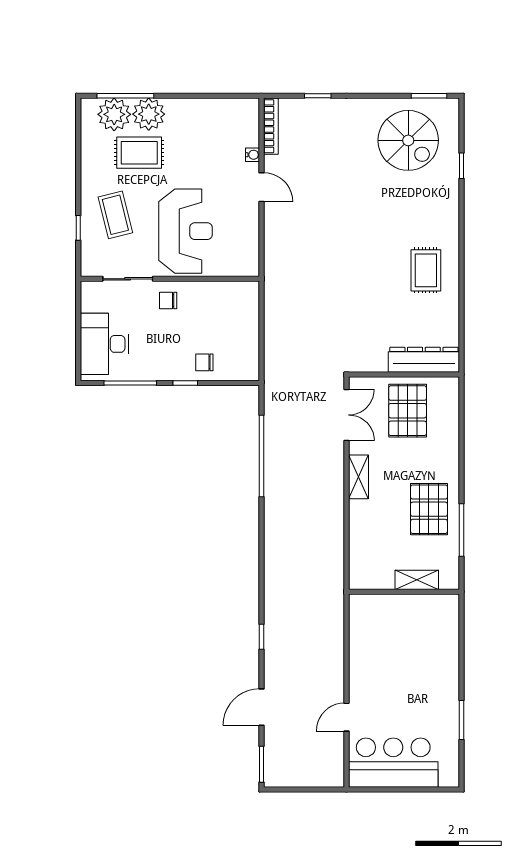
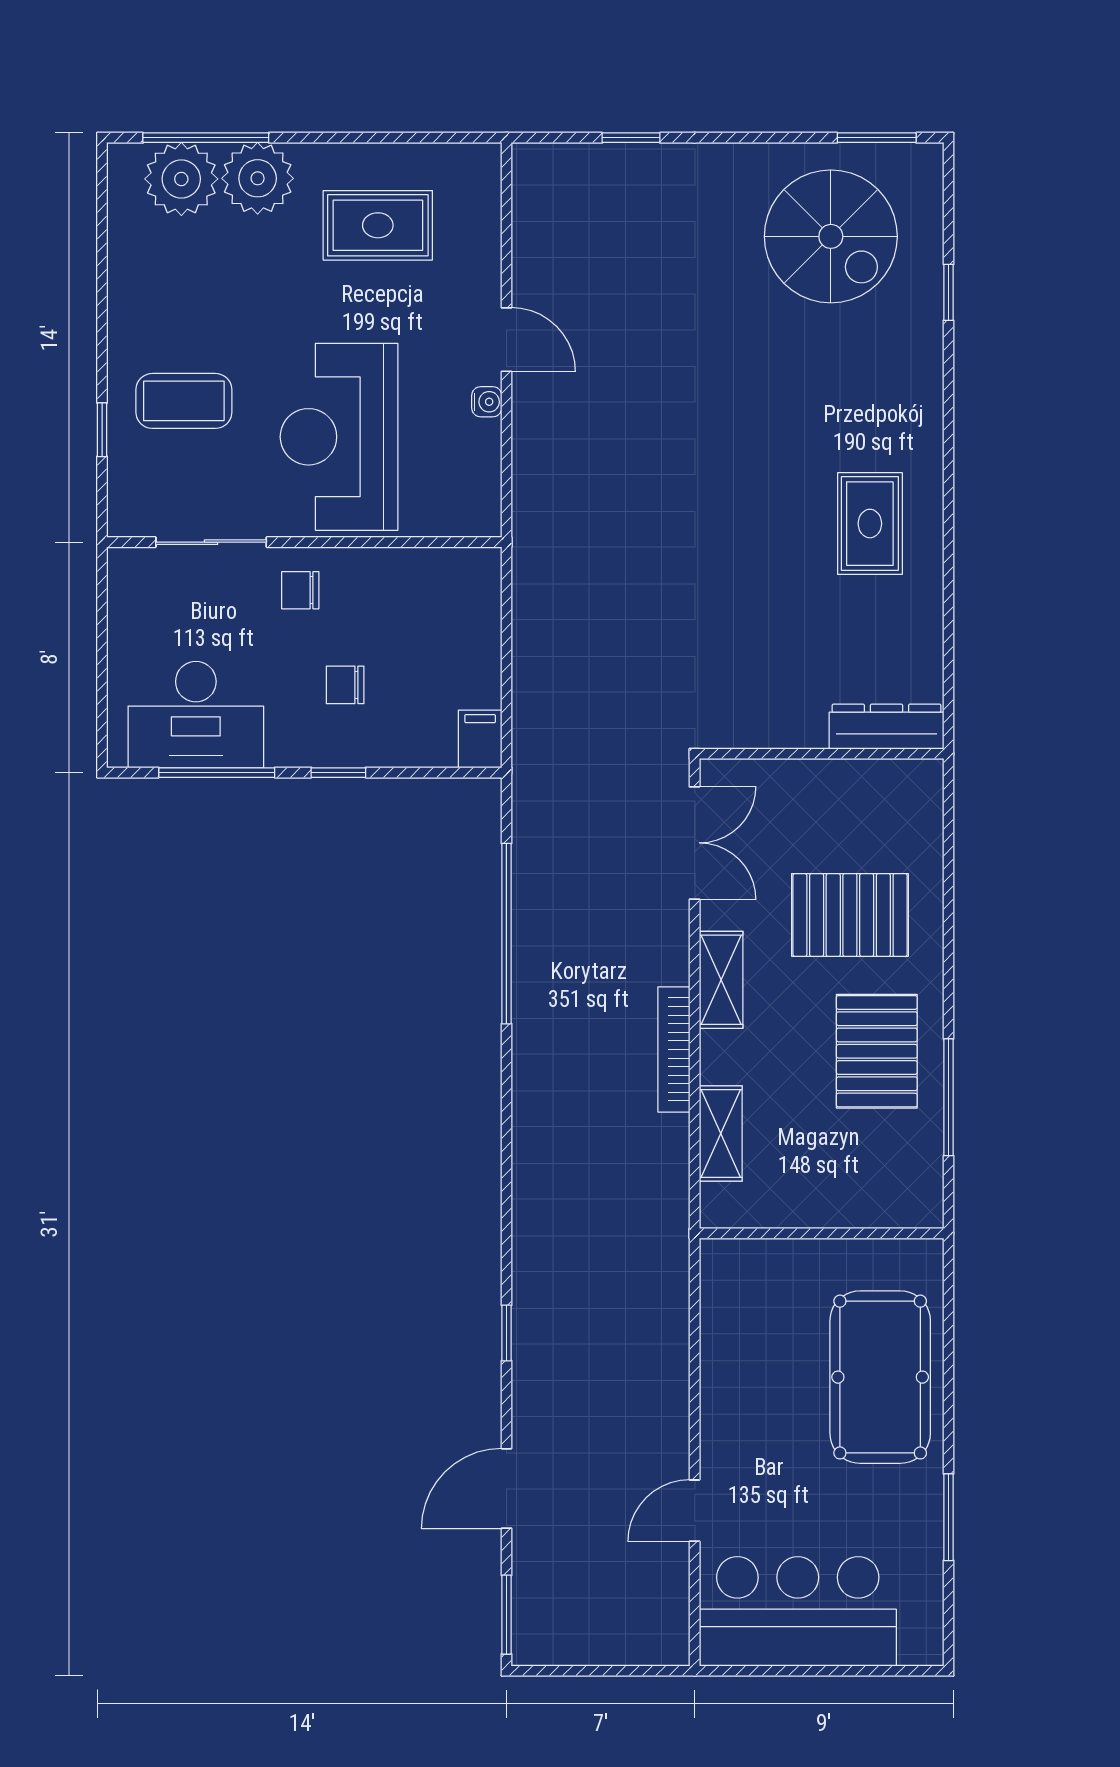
bookcase: (271, 126) -> (674, 1049), moved, turned 180
rug: (139, 153) -> (378, 225), moved
water cooler: (252, 155) -> (487, 402), moved
coffee table: (115, 215) -> (184, 401), turned -76
reception desk: (186, 231) -> (339, 437), turned 180
desk: (105, 344) -> (196, 715), moved, turned -90
dresser: (424, 360) -> (886, 727), width x0.73, depth x0.80
chair: (204, 362) -> (345, 685), moved
filing cabinet: (249, 368) -> (480, 739), added
pallet: (408, 411) -> (850, 915), moved, turned 90
shelving: (417, 580) -> (721, 1133), moved, turned 90
pool table: (431, 657) -> (880, 1377), added

